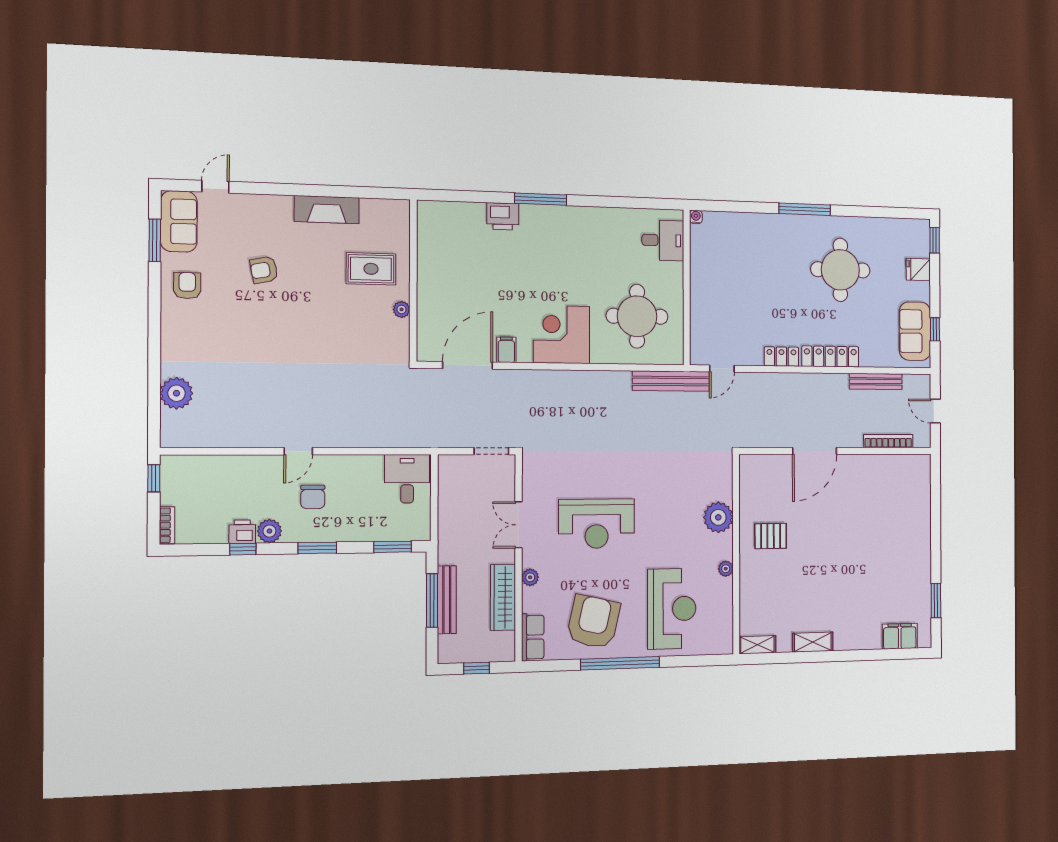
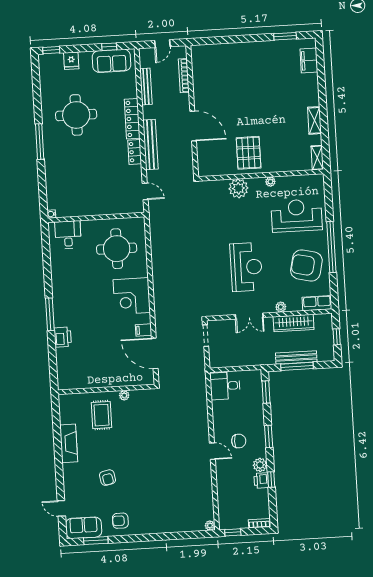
bench: (671, 381) -> (151, 145), moved
plant: (176, 393) -> (210, 526), moved, width x0.53, depth x0.53
pallet: (771, 536) -> (249, 153), width x1.50, depth x1.42

